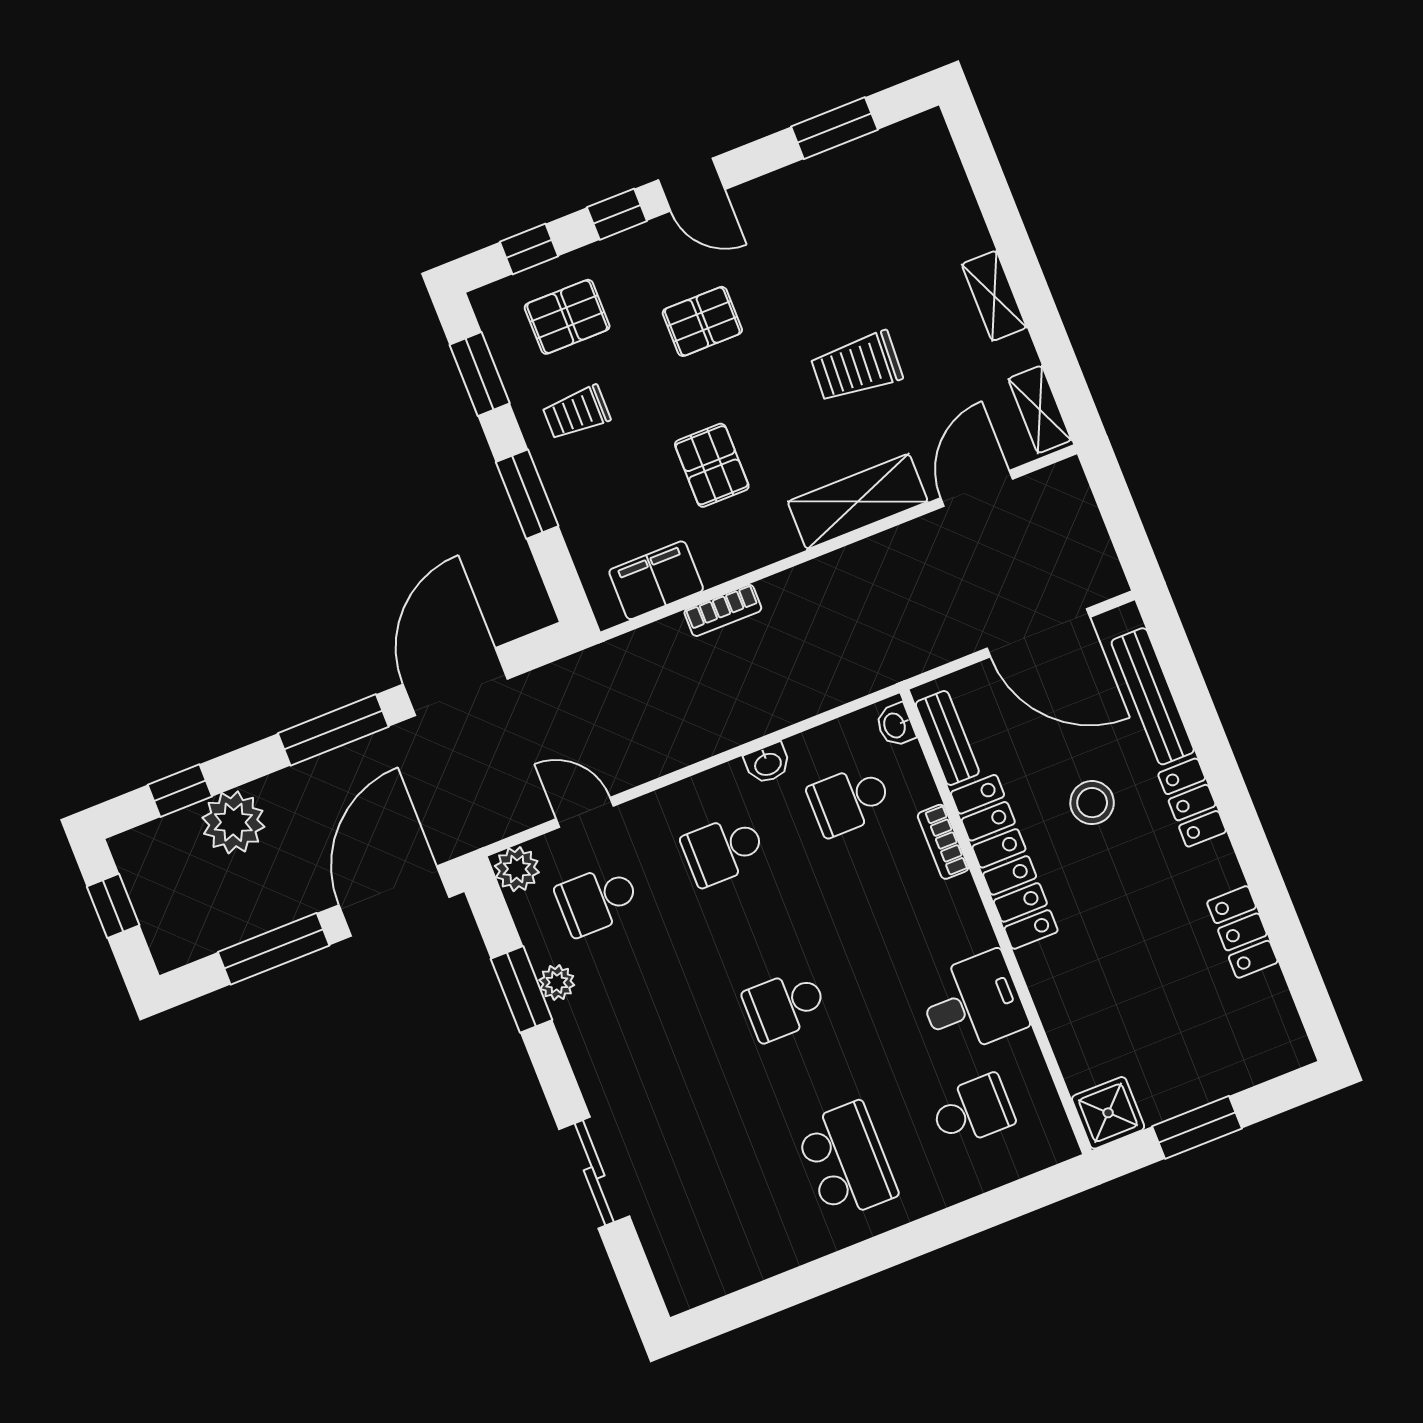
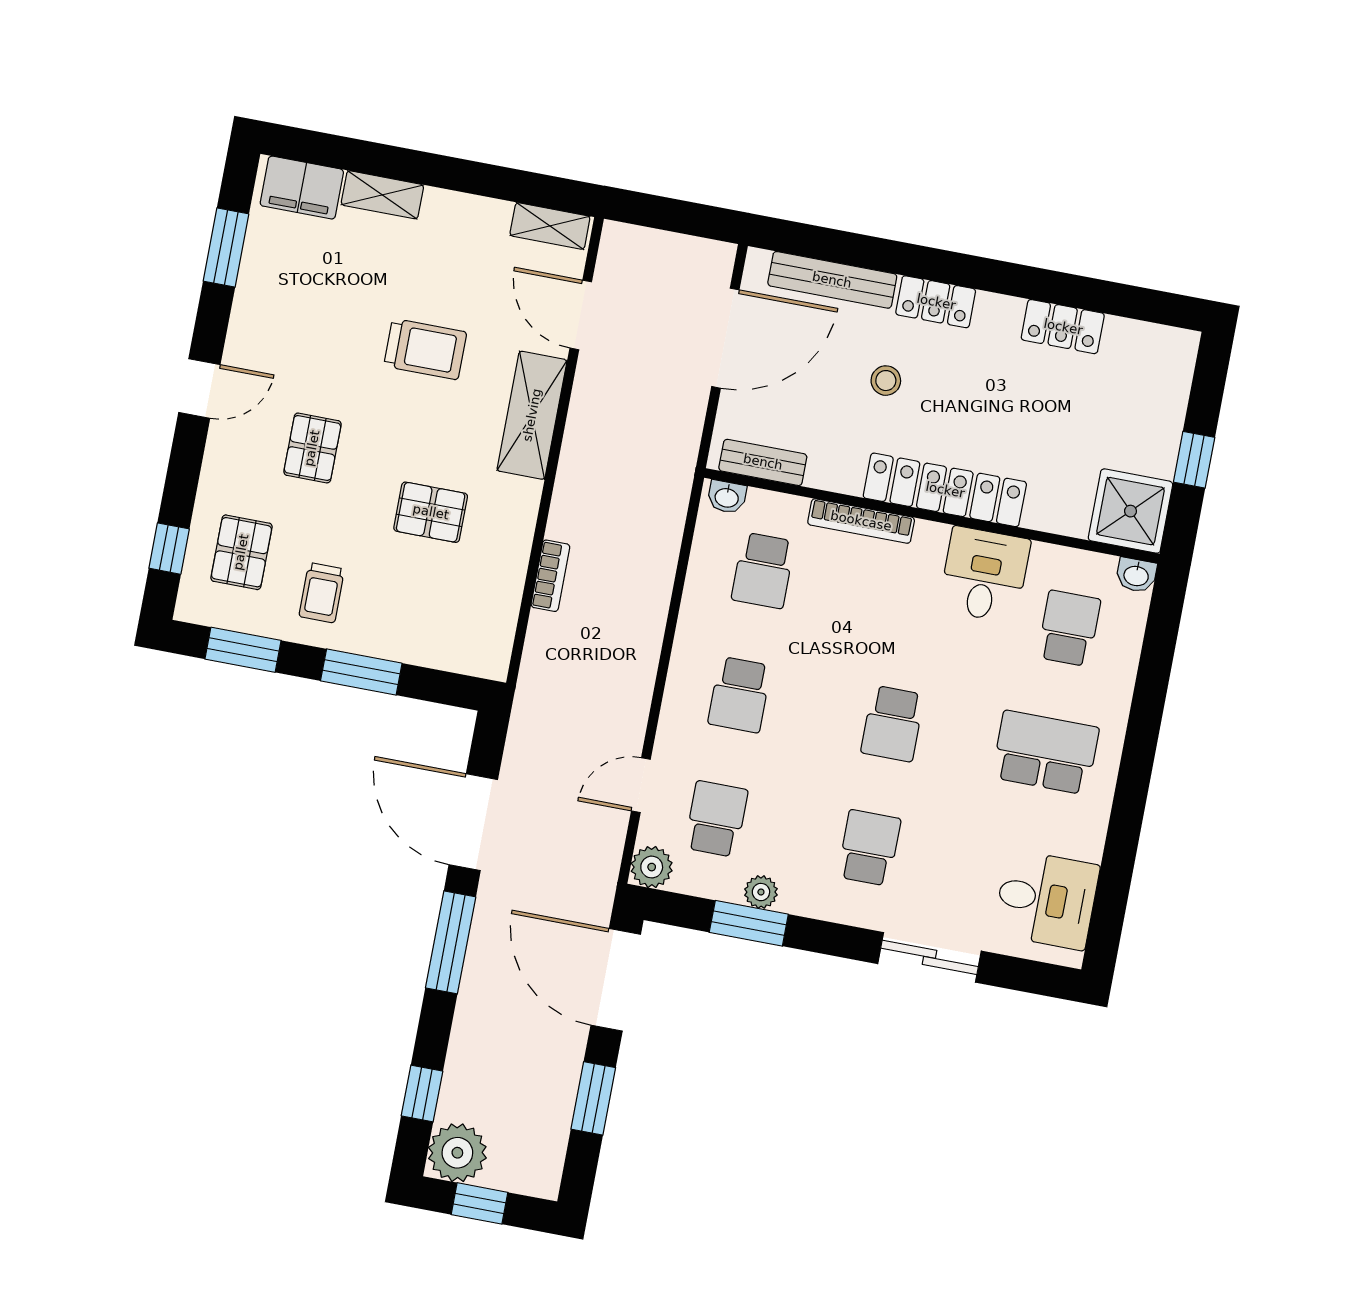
window: (617, 214) -> (185, 462), removed
shelving: (994, 296) -> (382, 195), moved
trolley: (857, 367) -> (425, 349), turned -93
filing cabinet: (656, 580) -> (302, 188), moved, turned -90
washbasin: (768, 763) -> (1136, 575), moved, turned 90
stool: (1092, 803) -> (886, 381), width x0.73, depth x0.73
plant: (233, 822) -> (457, 1153), moved
bookcase: (943, 842) -> (861, 521), width x1.56
locker: (1004, 862) -> (945, 490), moved
school desk: (597, 900) -> (716, 819), turned 180
window: (274, 949) -> (593, 1098), width x0.69
school desk: (659, 1055) -> (869, 848), added
shower: (1108, 1113) -> (1130, 511), width x1.36, depth x1.36
window: (1197, 1127) -> (1194, 460), width x0.67
desk: (713, 1246) -> (1046, 900), added

